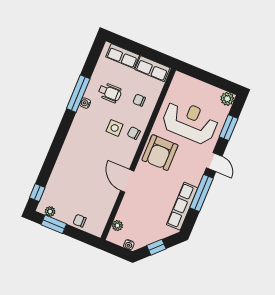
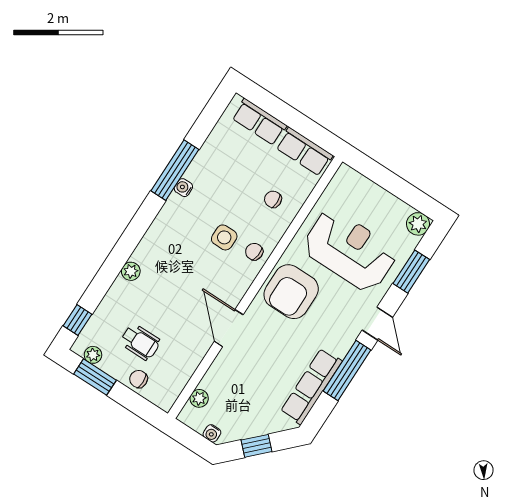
wheelchair: (110, 93) -> (140, 342), moved
plant: (63, 158) -> (131, 271), added

